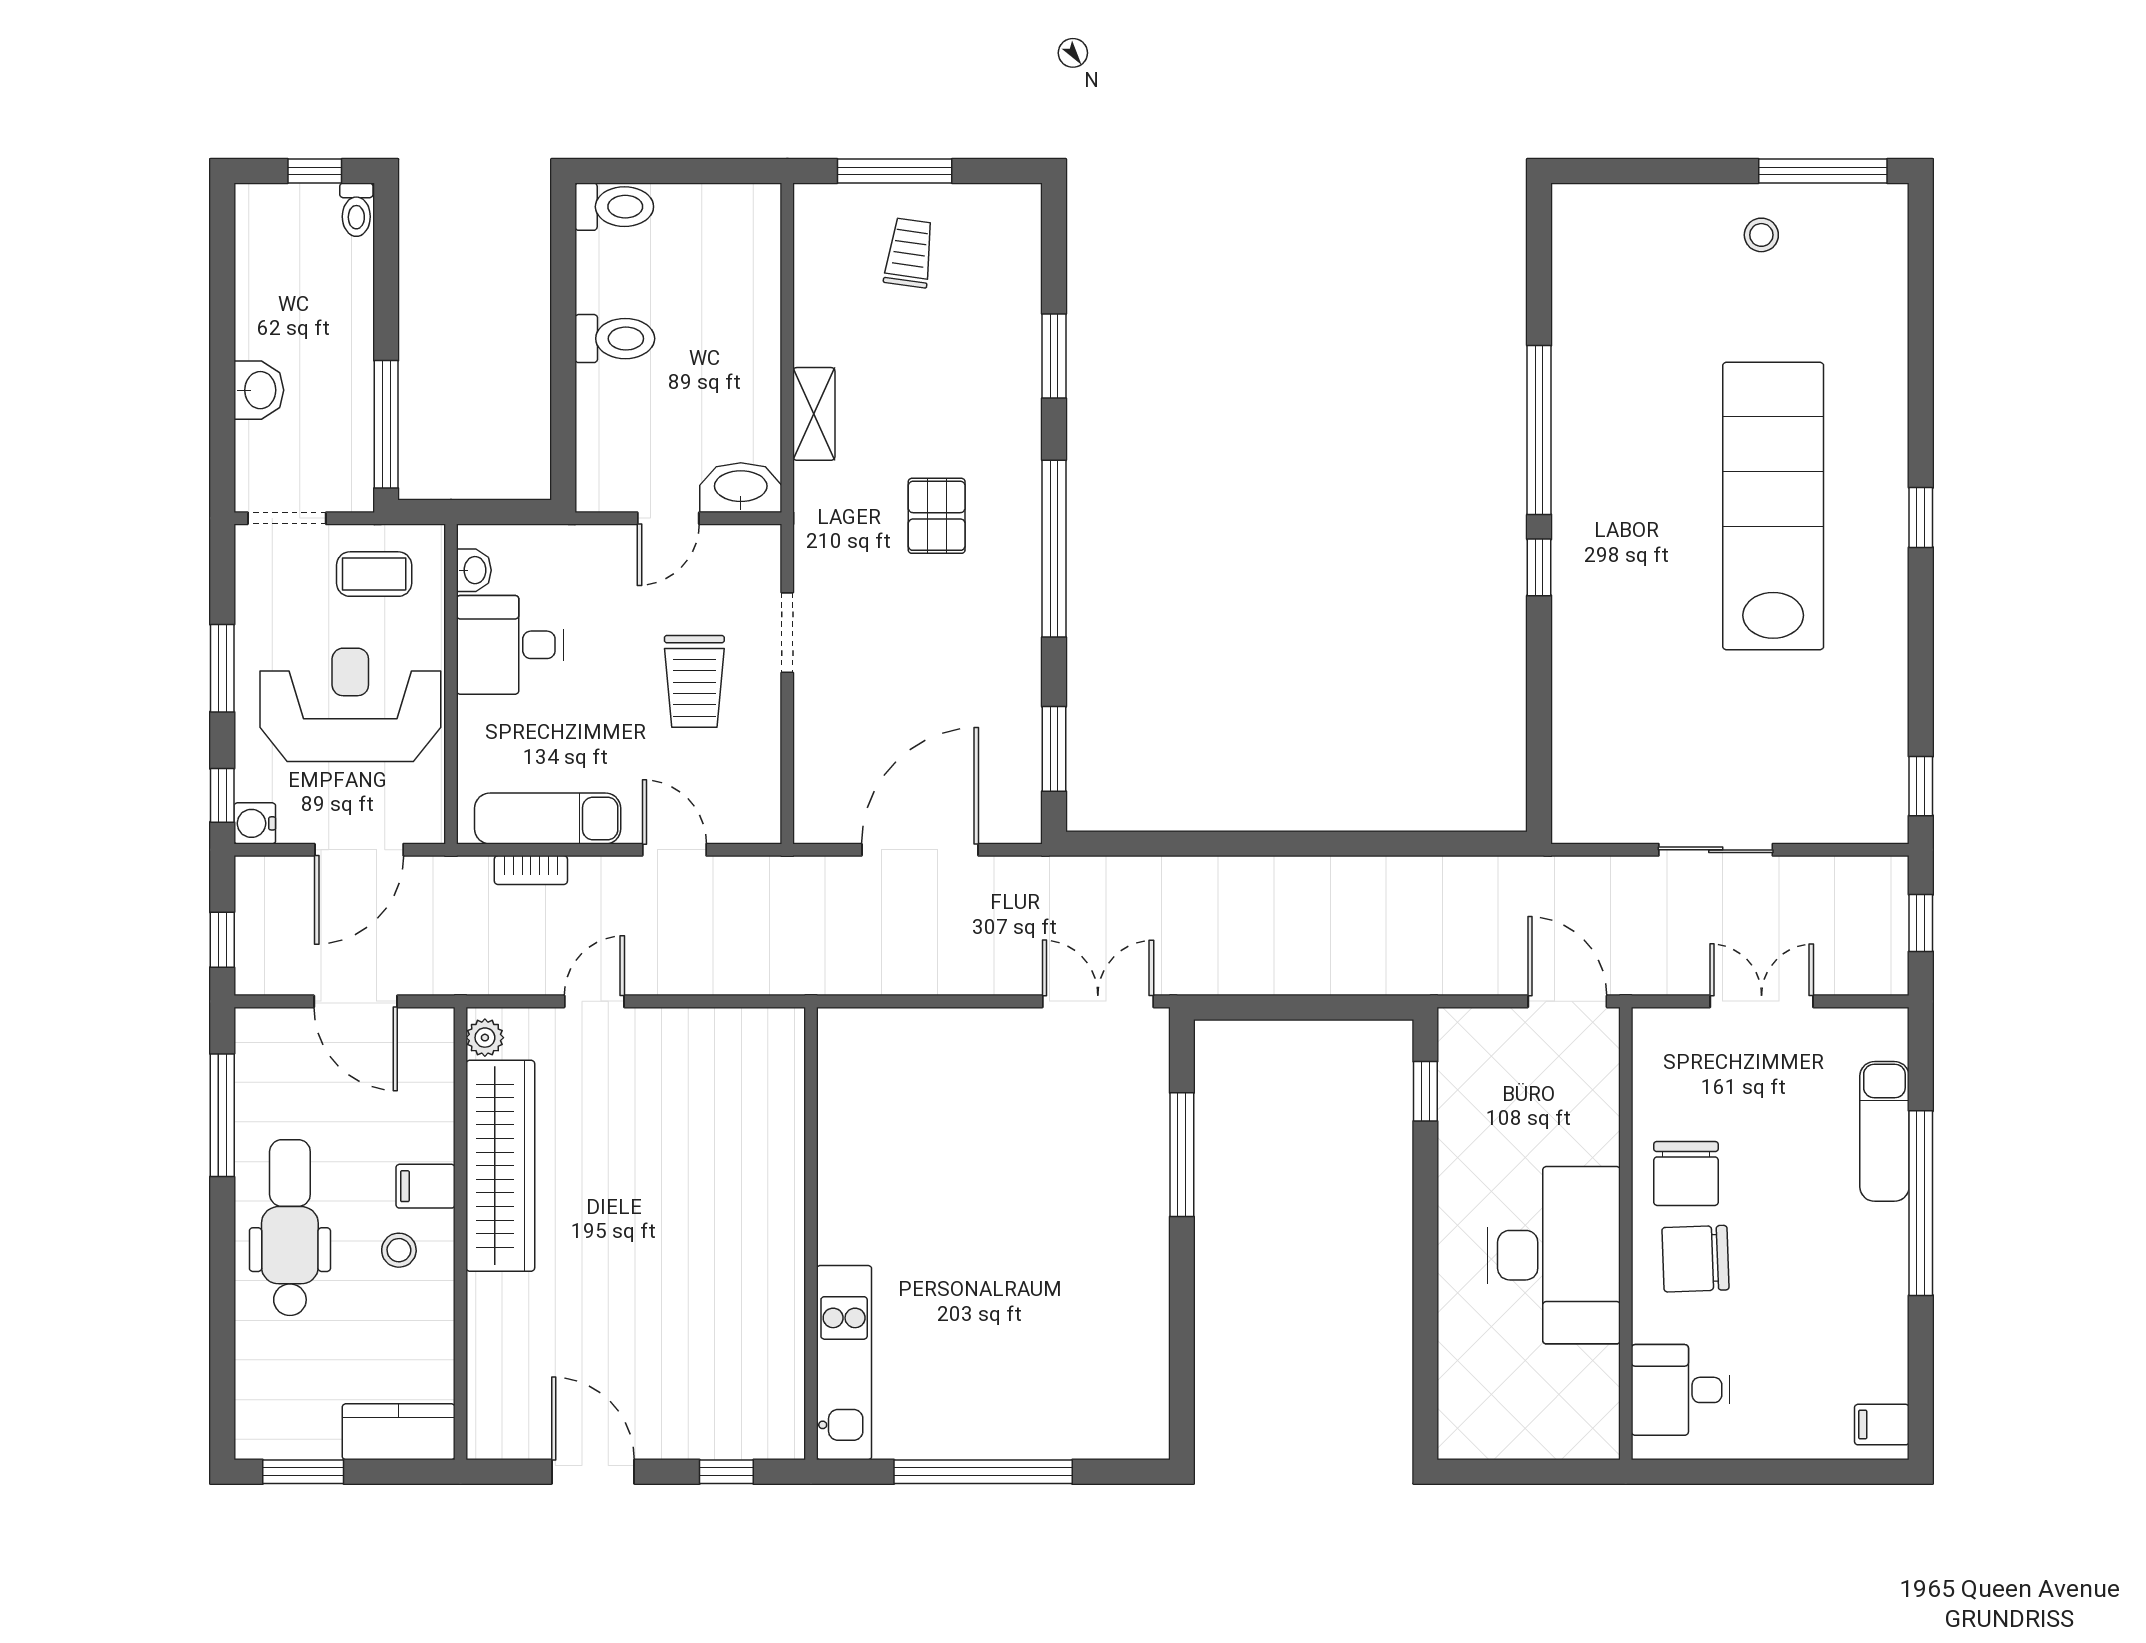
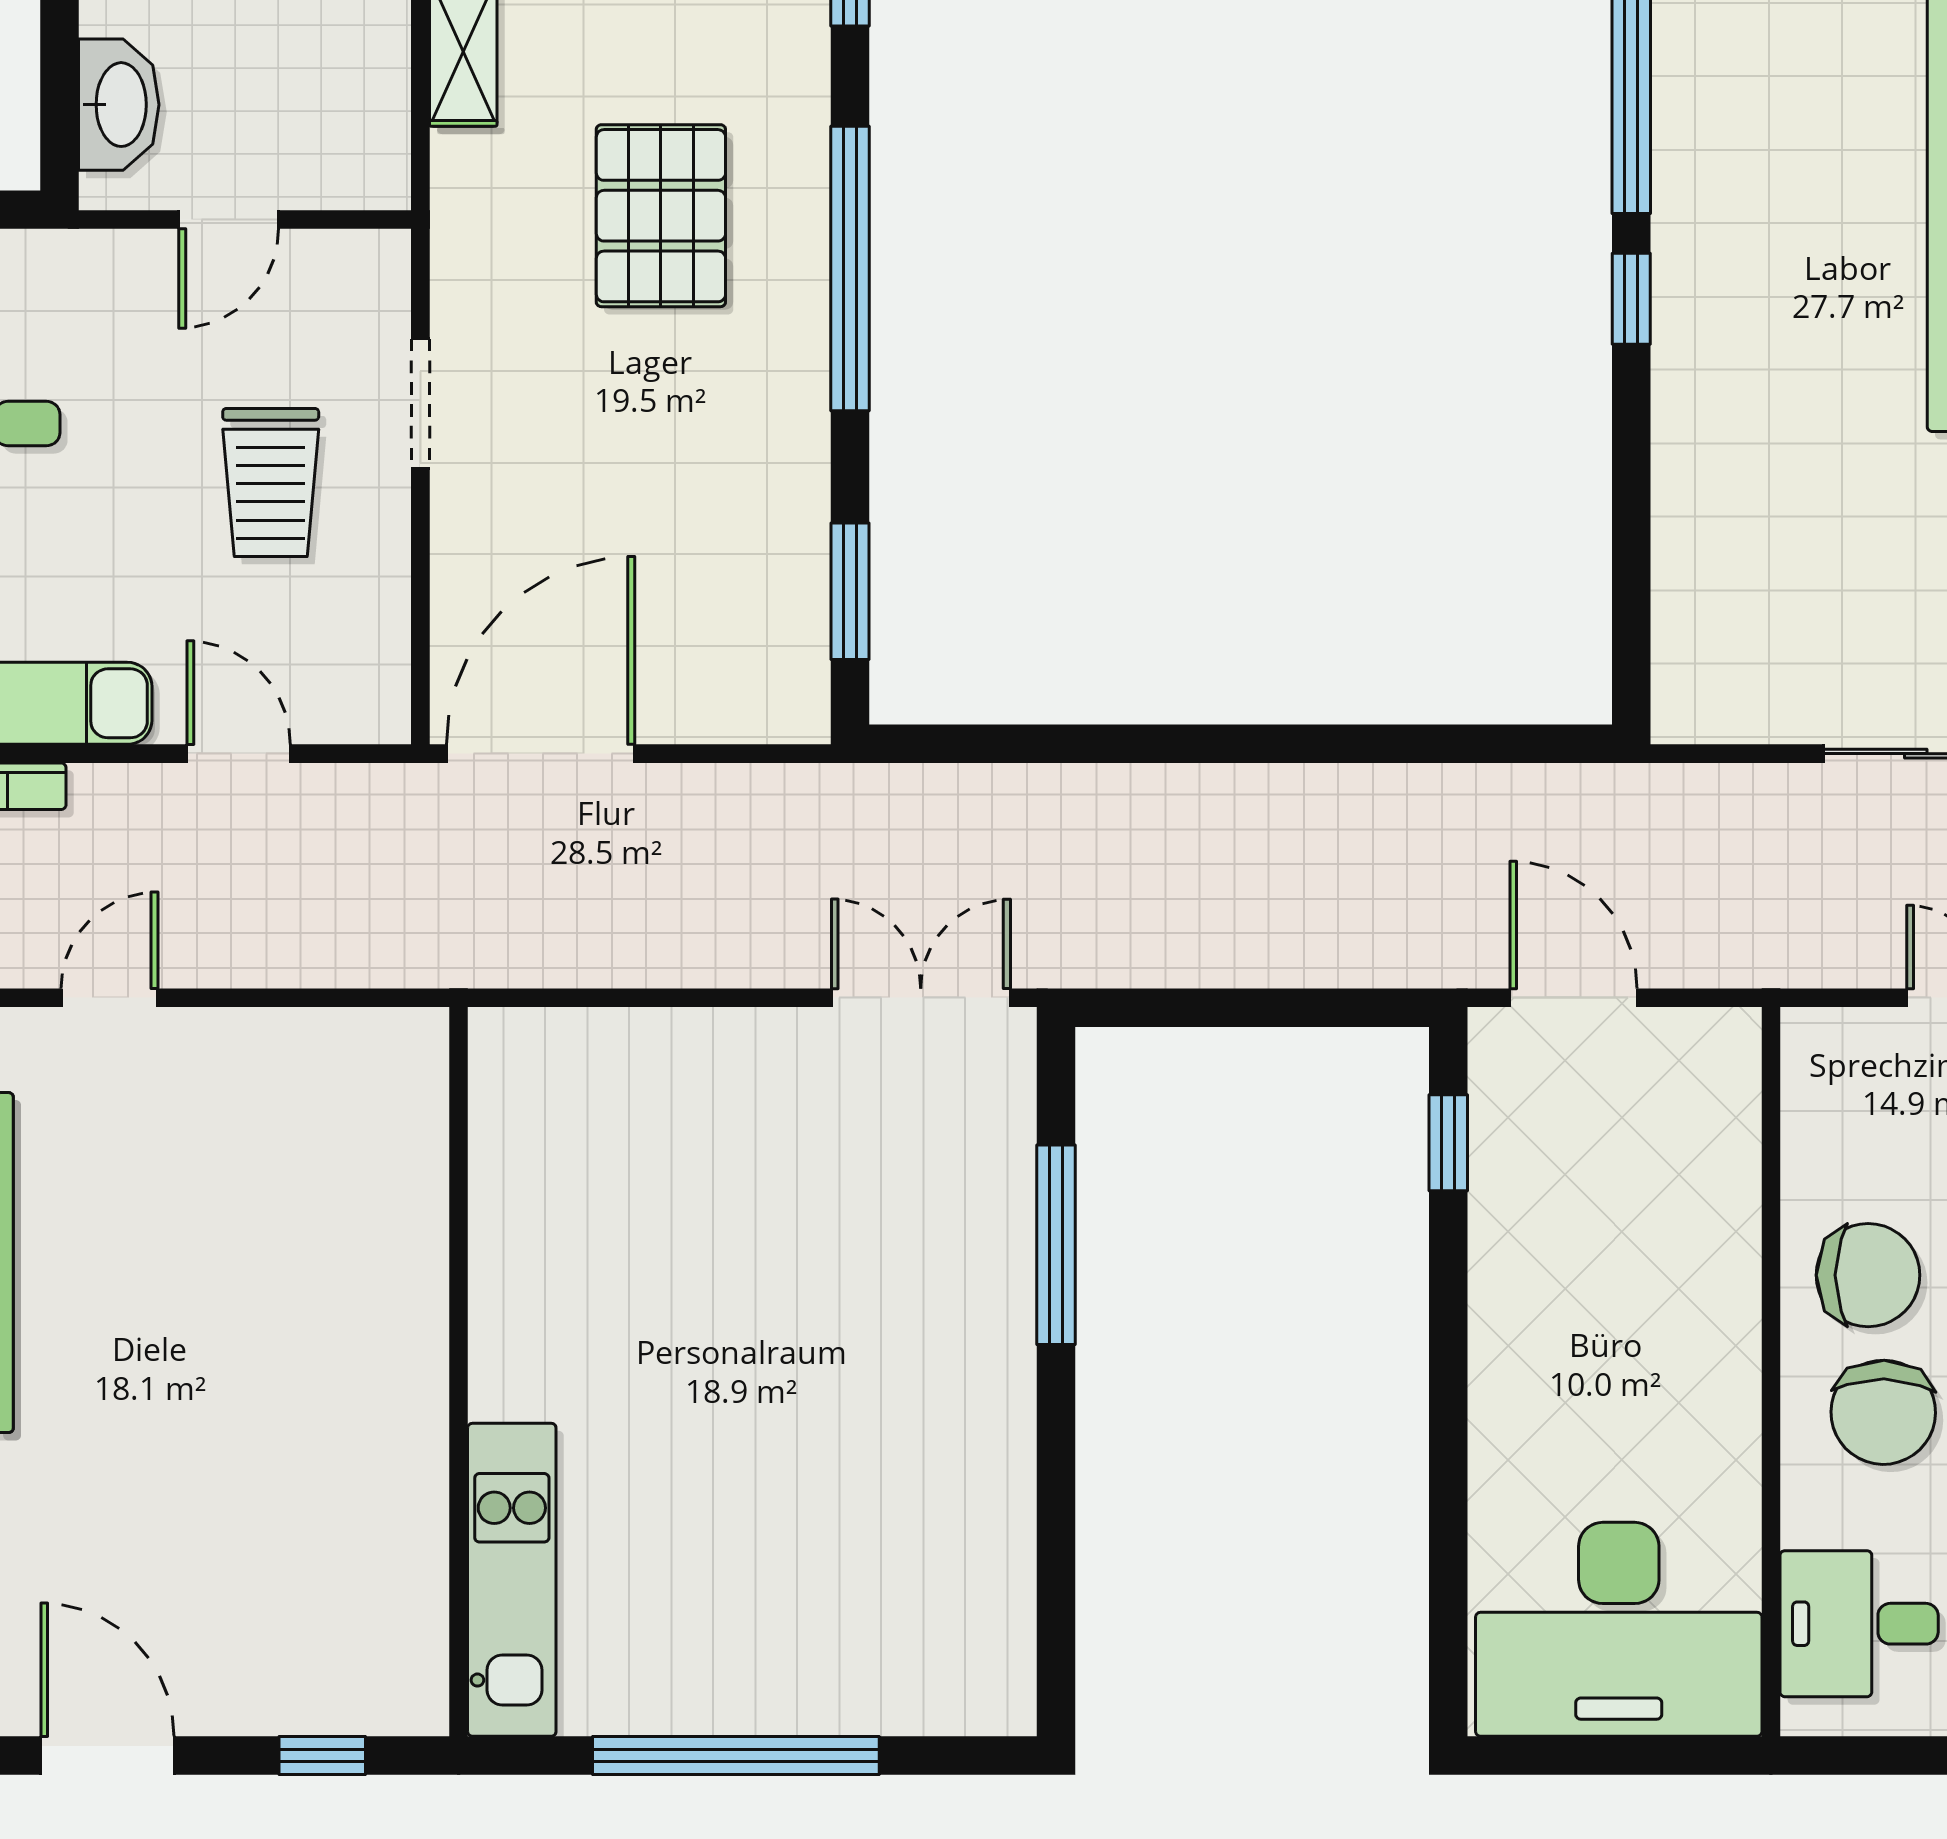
washbasin: (741, 488) -> (119, 105), moved, turned 90
pallet: (937, 516) -> (661, 216), width x1.50, depth x1.42
door: (920, 850) -> (541, 754), moved
door: (1567, 1001) -> (1574, 998), moved
chair: (1686, 1174) -> (1868, 1275), turned -90
desk: (1554, 1255) -> (1619, 1629), moved, turned 90
chair: (1695, 1259) -> (1883, 1412), turned -87

